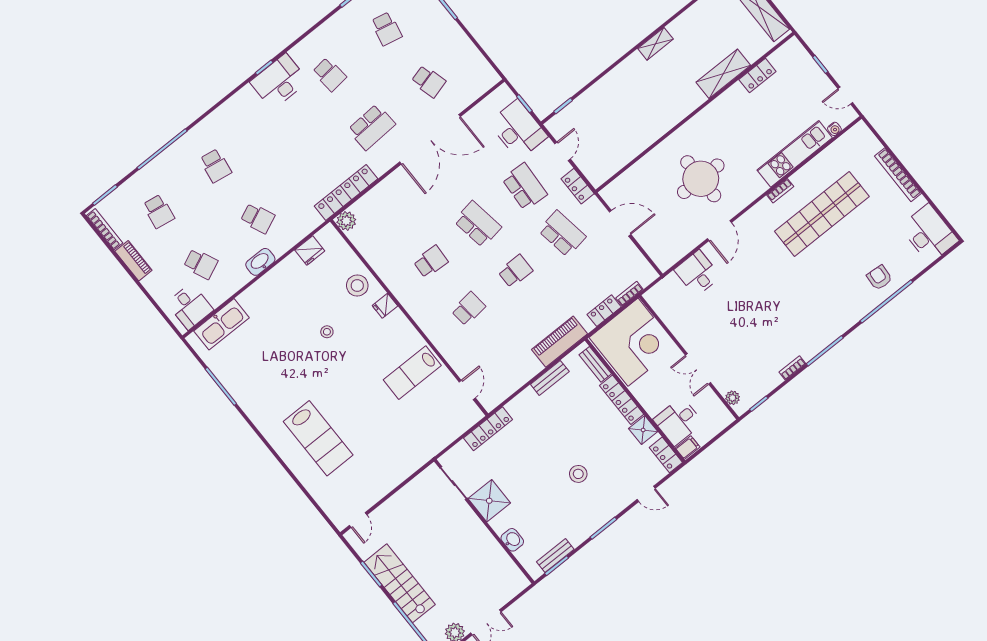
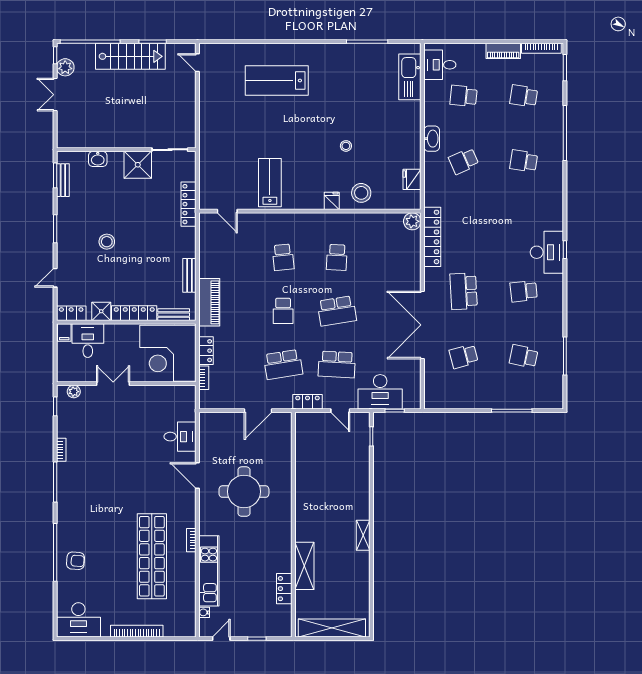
school desk: (201, 264) -> (464, 96), turned 30

